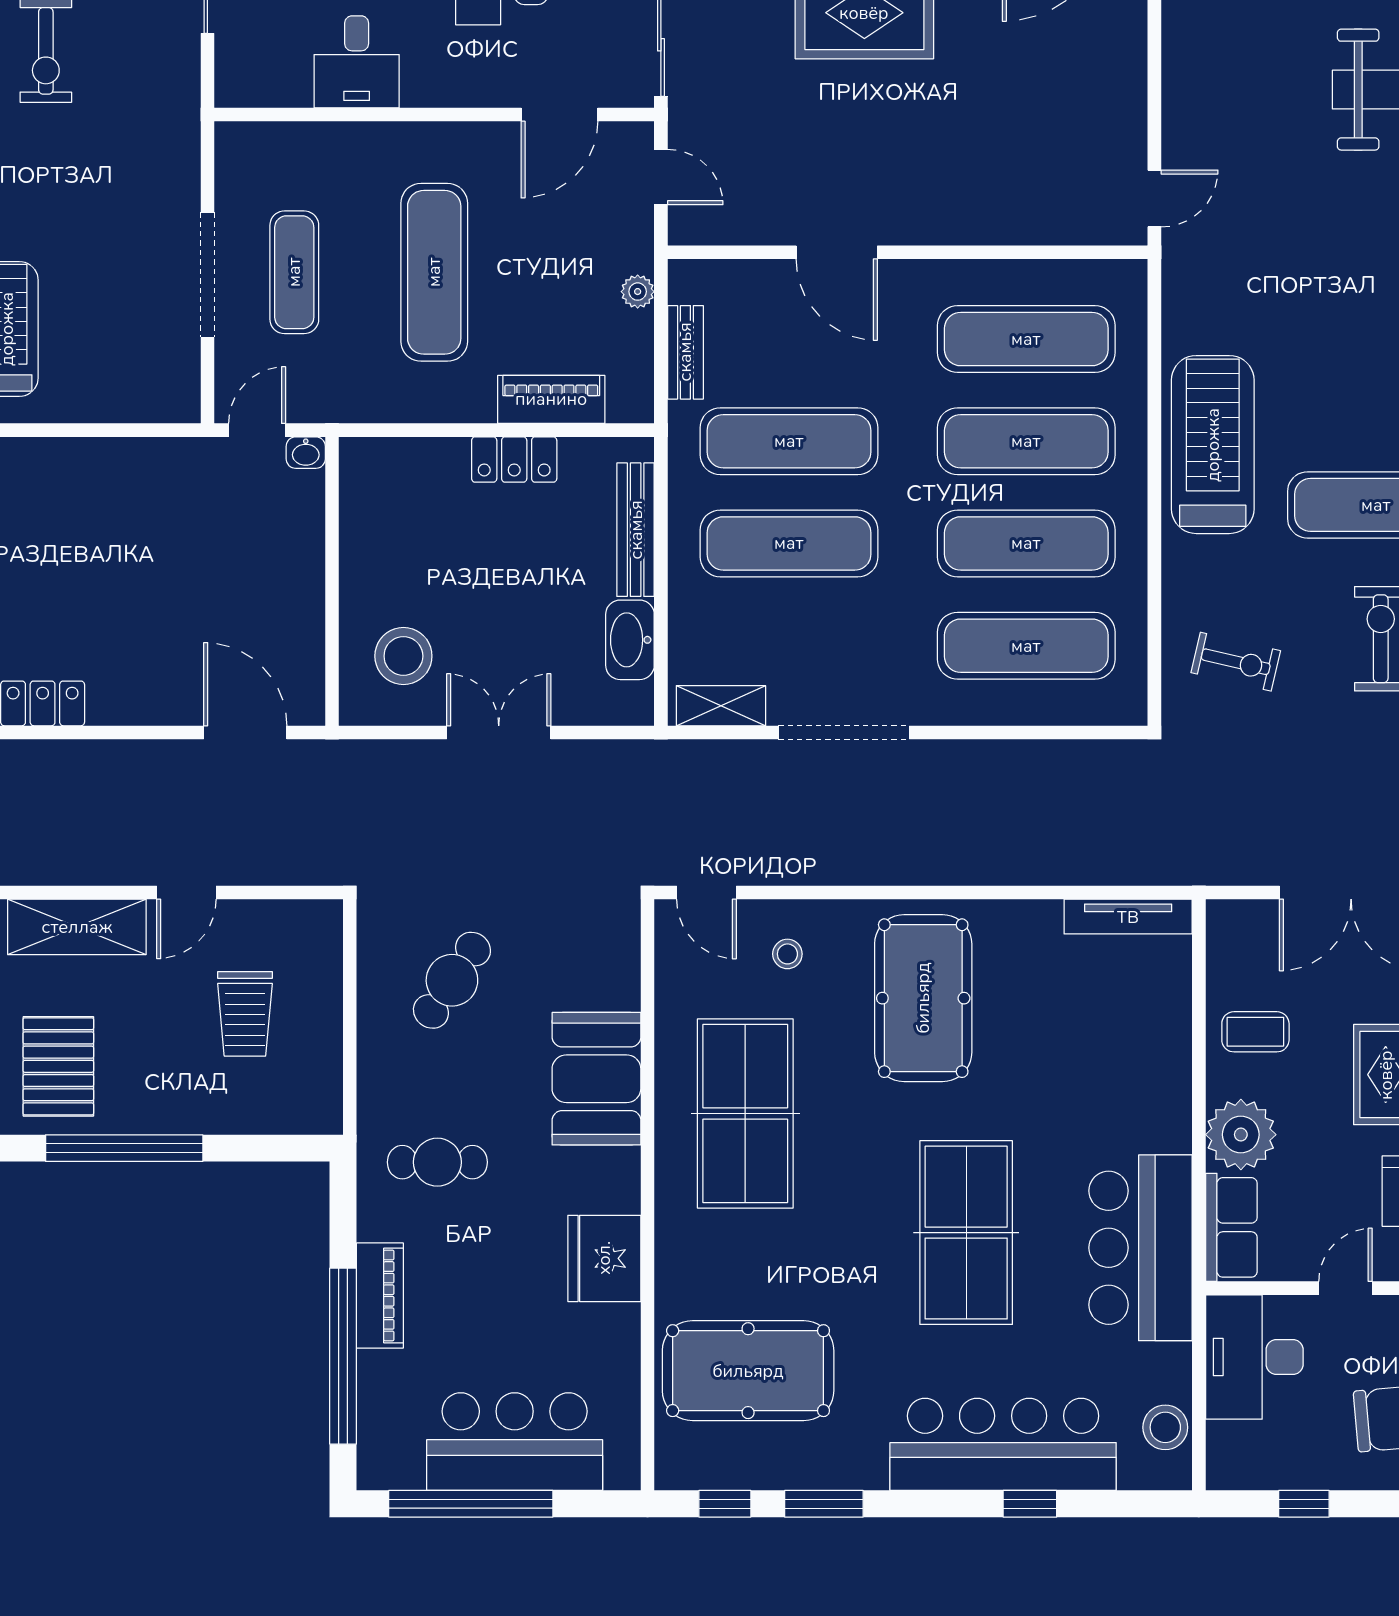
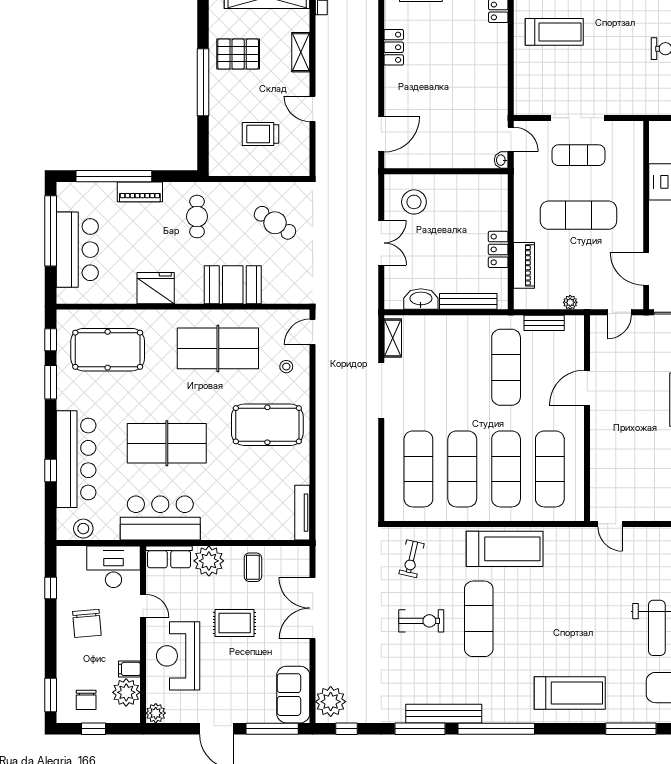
exercise mat: (789, 543) -> (462, 367), removed
shelving: (77, 927) -> (301, 52), width x0.67, depth x0.75
pool table: (748, 1371) -> (108, 350), turned 90

